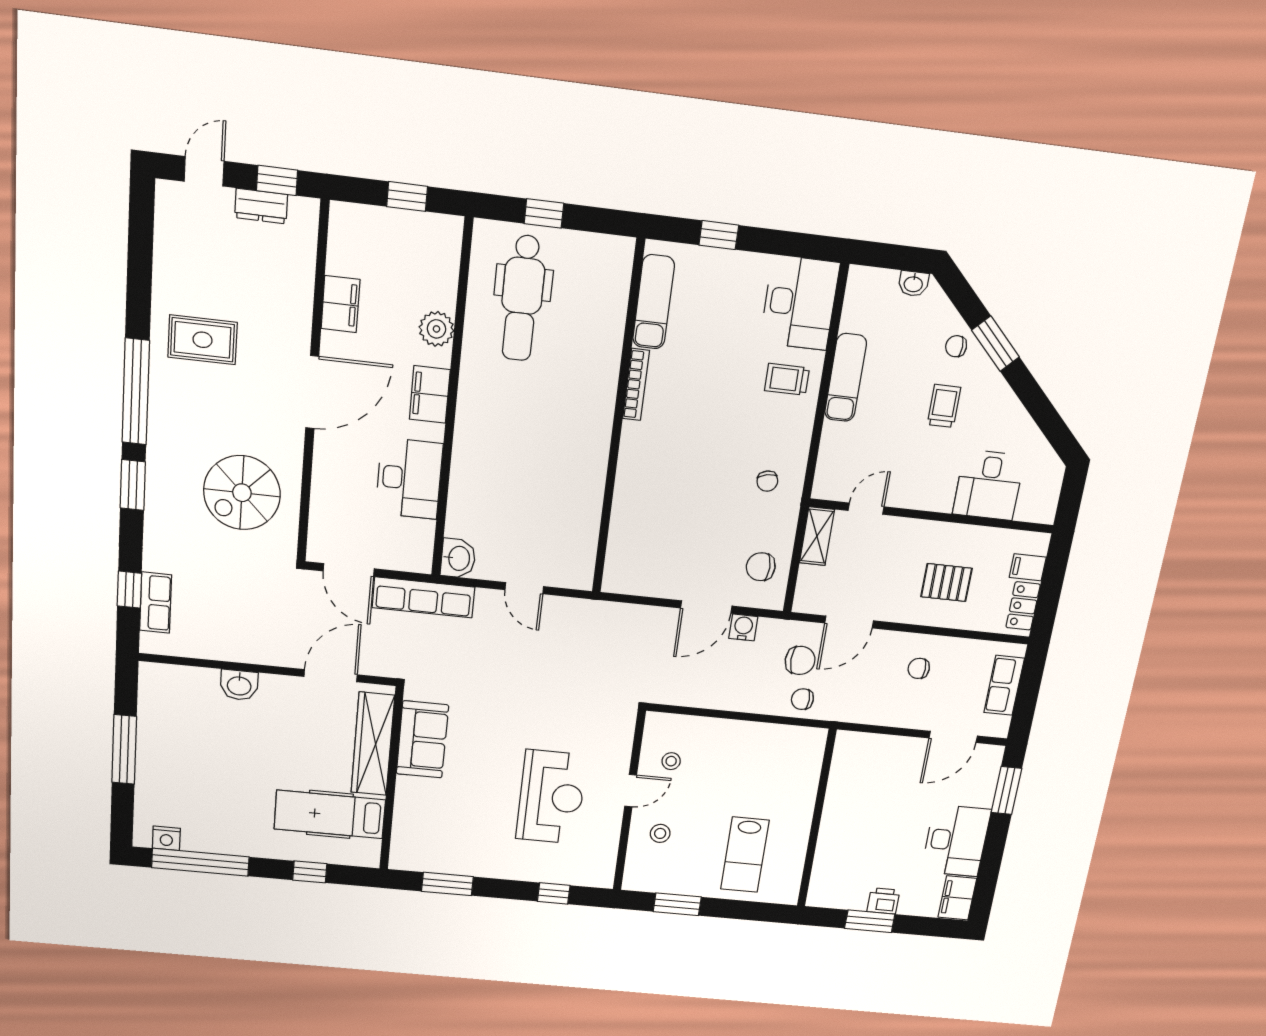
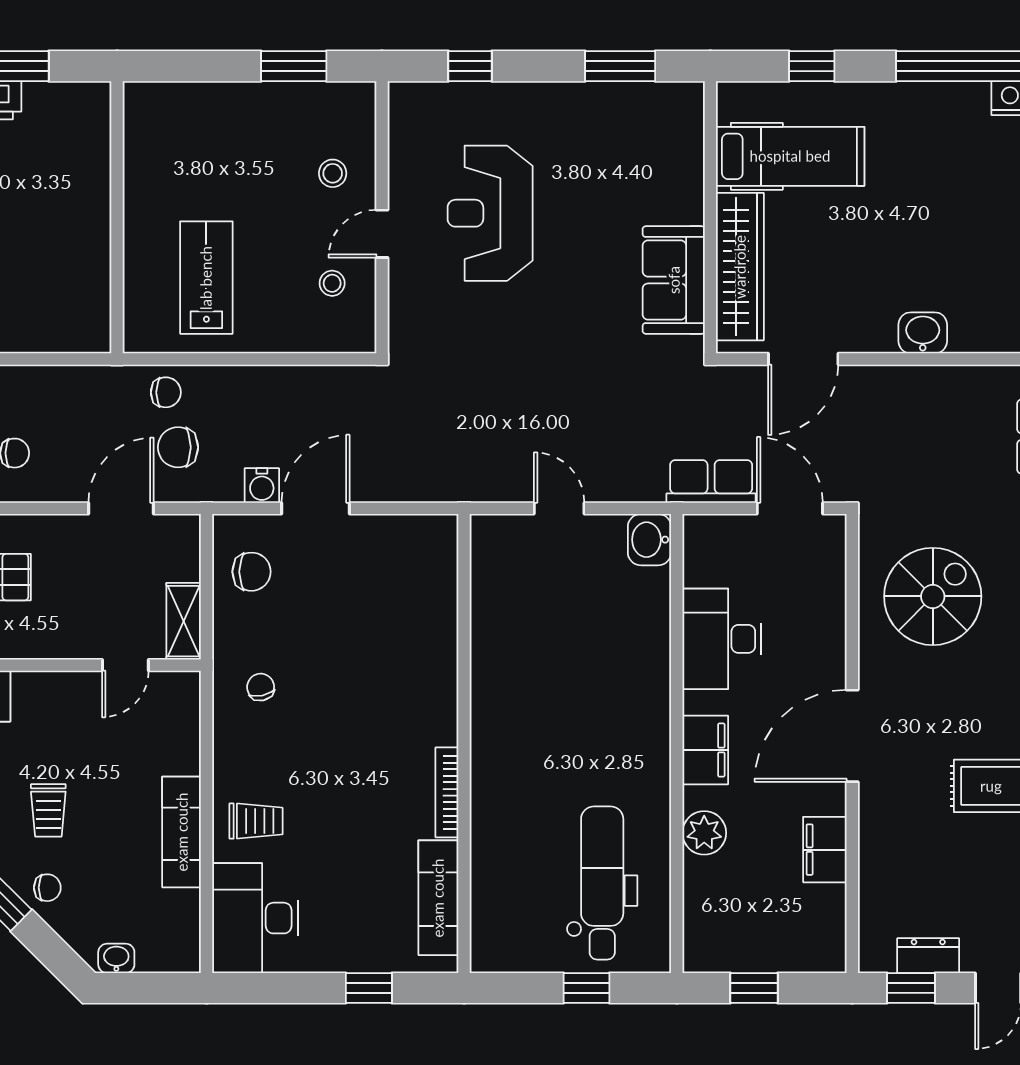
row of seats: (424, 597) -> (711, 481), width x0.68
lab bench: (745, 855) -> (206, 278), moved

